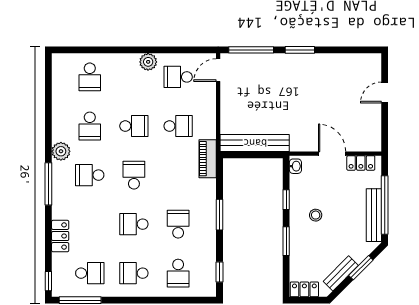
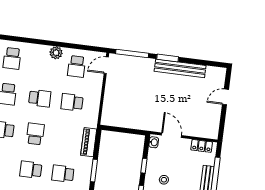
school desk: (178, 77) -> (76, 67), turned -90
school desk: (178, 126) -> (72, 102), turned 180
bench: (255, 143) -> (180, 68), moved
door: (332, 154) -> (171, 135), moved
piano: (208, 159) -> (89, 142), moved
school desk: (178, 224) -> (63, 174), turned -90

